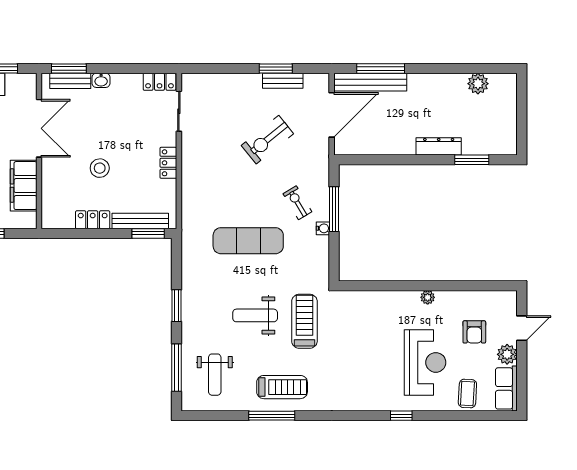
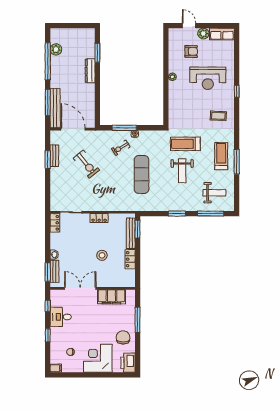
window: (456, 68) -> (48, 61), added
reception desk: (425, 362) -> (208, 78), turned 180
coffee table: (467, 394) -> (218, 116), moved

